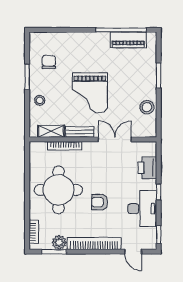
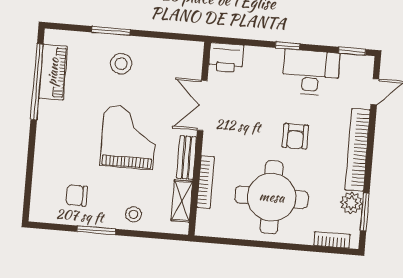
grand piano: (90, 93) -> (129, 137), turned -90
stool: (147, 107) -> (121, 64), moved
printer: (147, 168) -> (226, 57), moved

